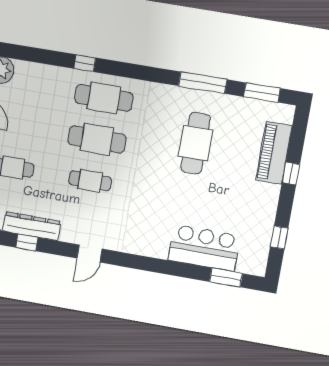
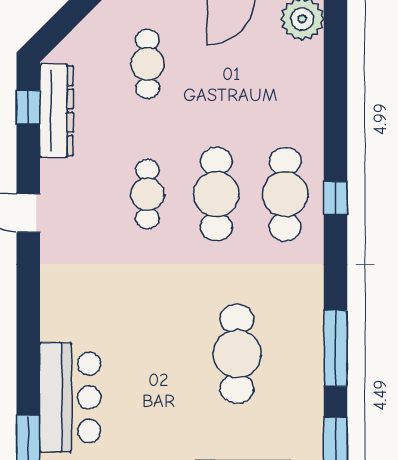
window: (85, 63) -> (336, 198), moved
cafe table: (195, 143) -> (237, 354), turned 90

